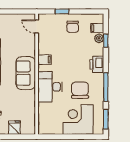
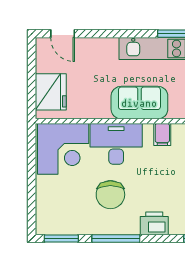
chair: (80, 90) -> (110, 195), turned 90
corner desk: (78, 119) -> (63, 149), moved, turned 90
fridge: (14, 128) -> (51, 92), width x1.88, depth x1.34

